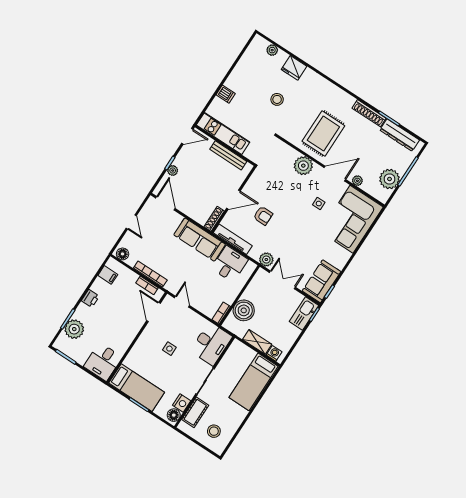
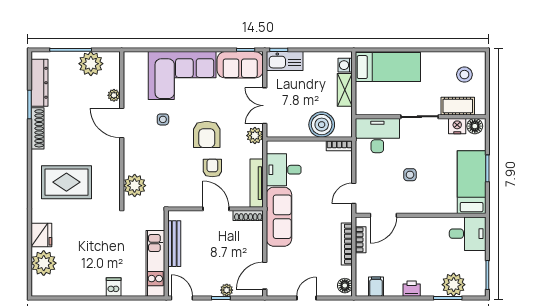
plant: (272, 50) -> (44, 263), width x1.87, depth x1.87
stool: (277, 99) -> (85, 231), removed
rug: (323, 133) -> (66, 182), moved
plant: (303, 166) -> (135, 186), moved
corner sofa: (352, 219) -> (182, 76), moved
armchair: (289, 227) -> (207, 134), added

